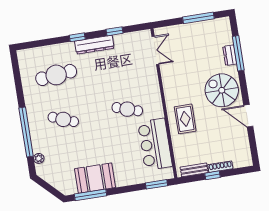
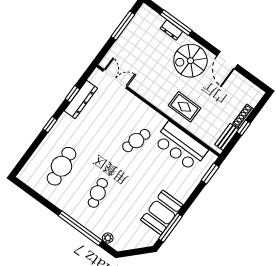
dresser: (94, 45) -> (81, 99), moved
door: (248, 116) -> (227, 60), hinge flipped
cafe table: (63, 119) -> (98, 193), turned -33

